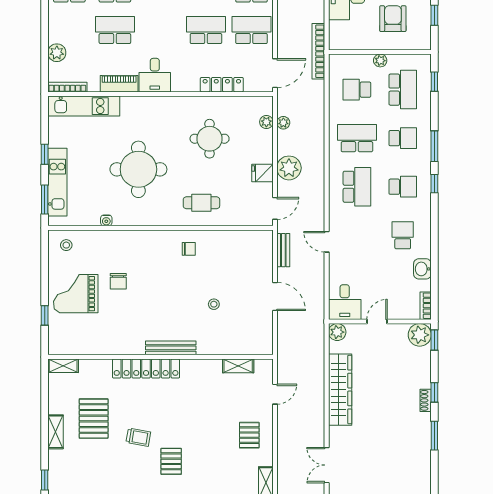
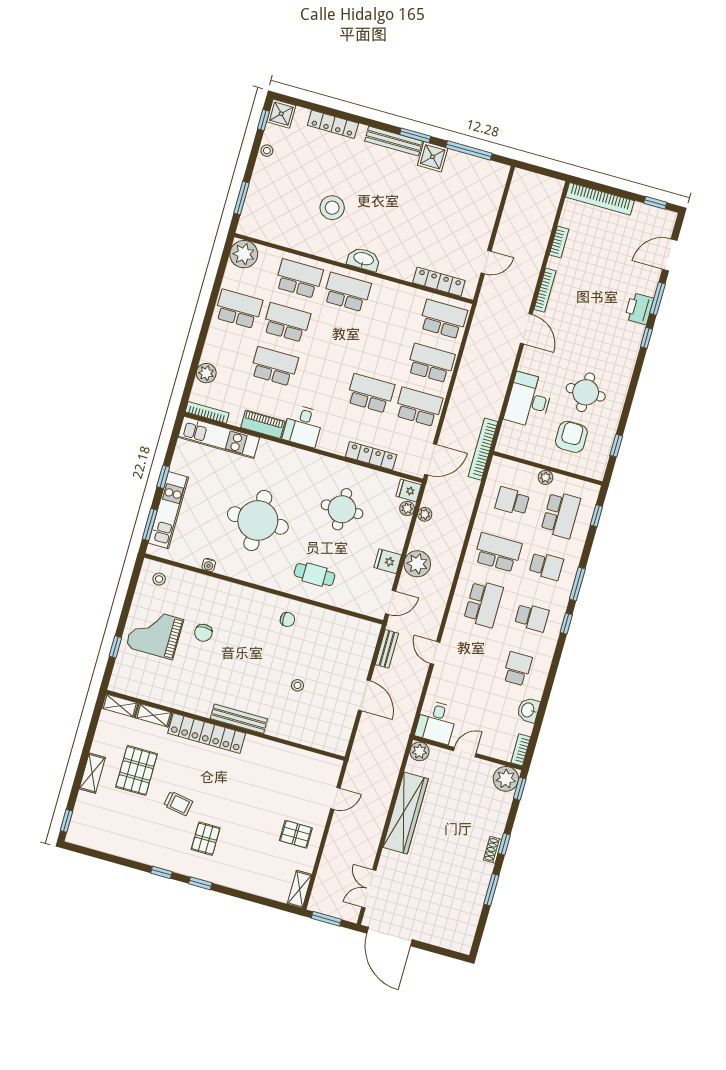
fridge: (263, 106) -> (409, 490), added
shelving: (238, 366) -> (154, 715), moved
pallet: (249, 435) -> (296, 834), turned 90

